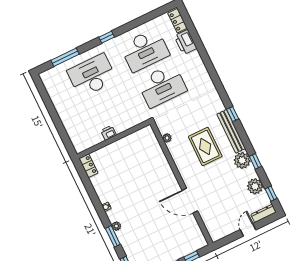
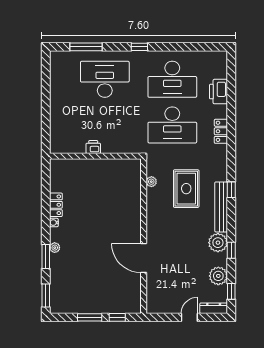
locker: (177, 21) -> (221, 131), moved
rug: (205, 146) -> (186, 189), moved
locker: (88, 166) -> (56, 205), moved

